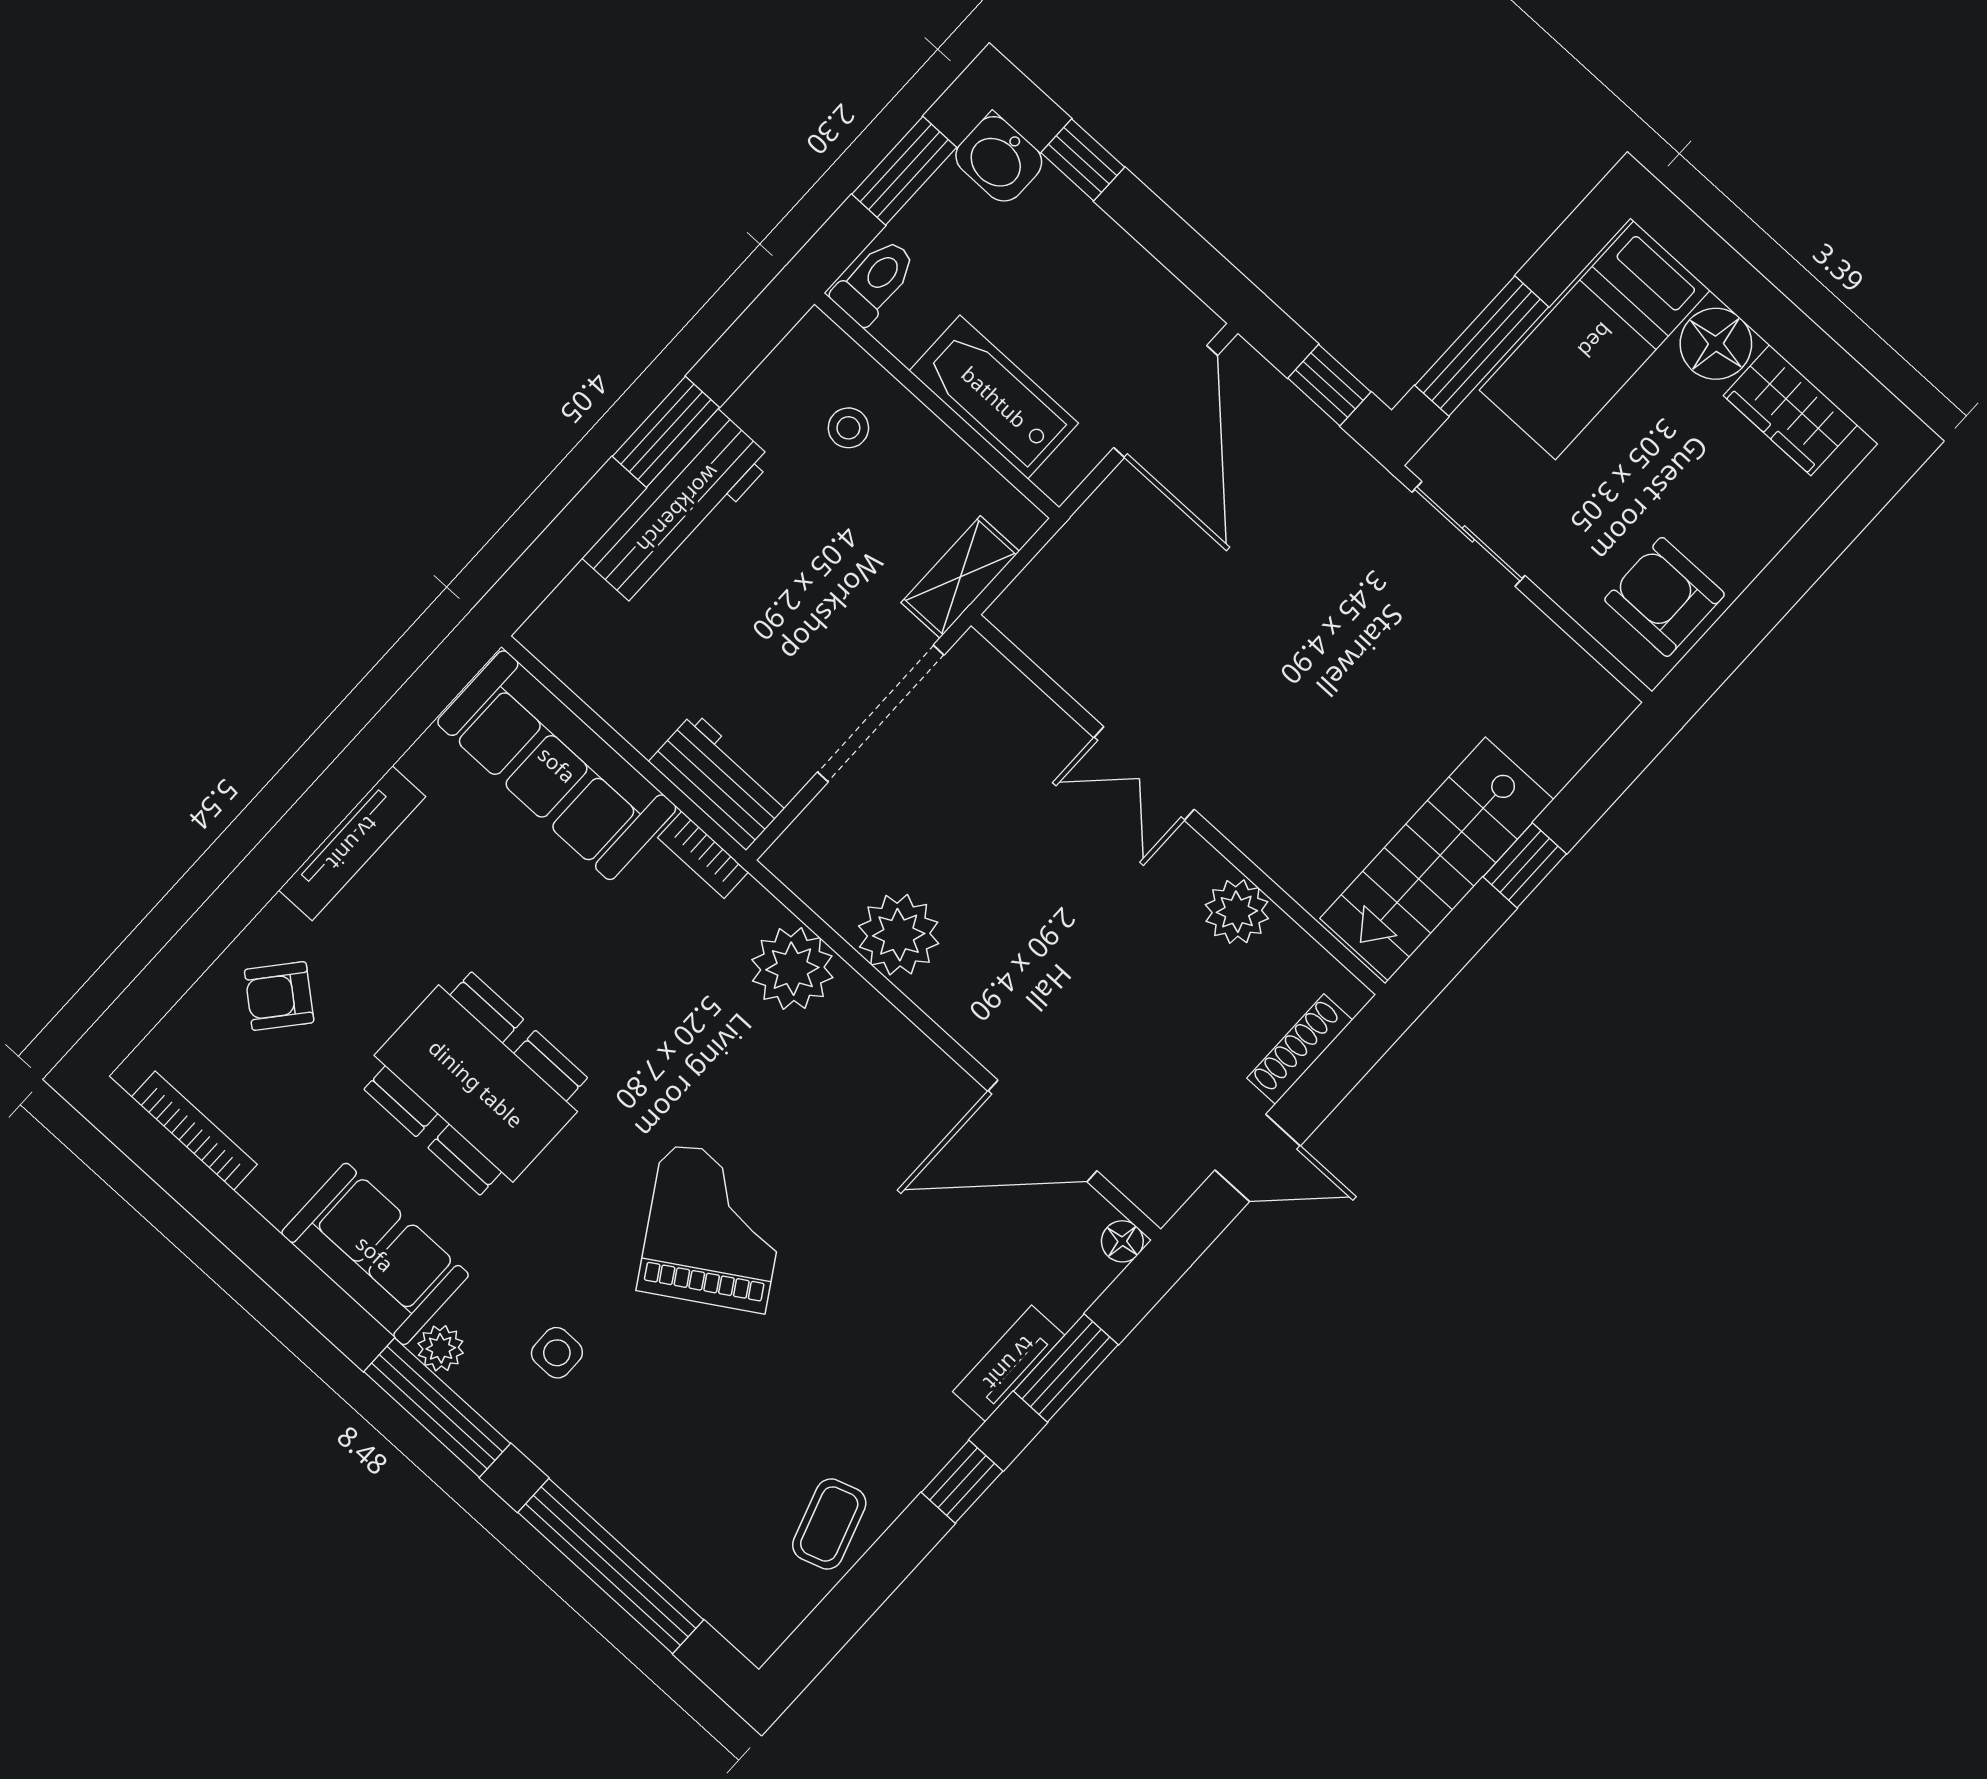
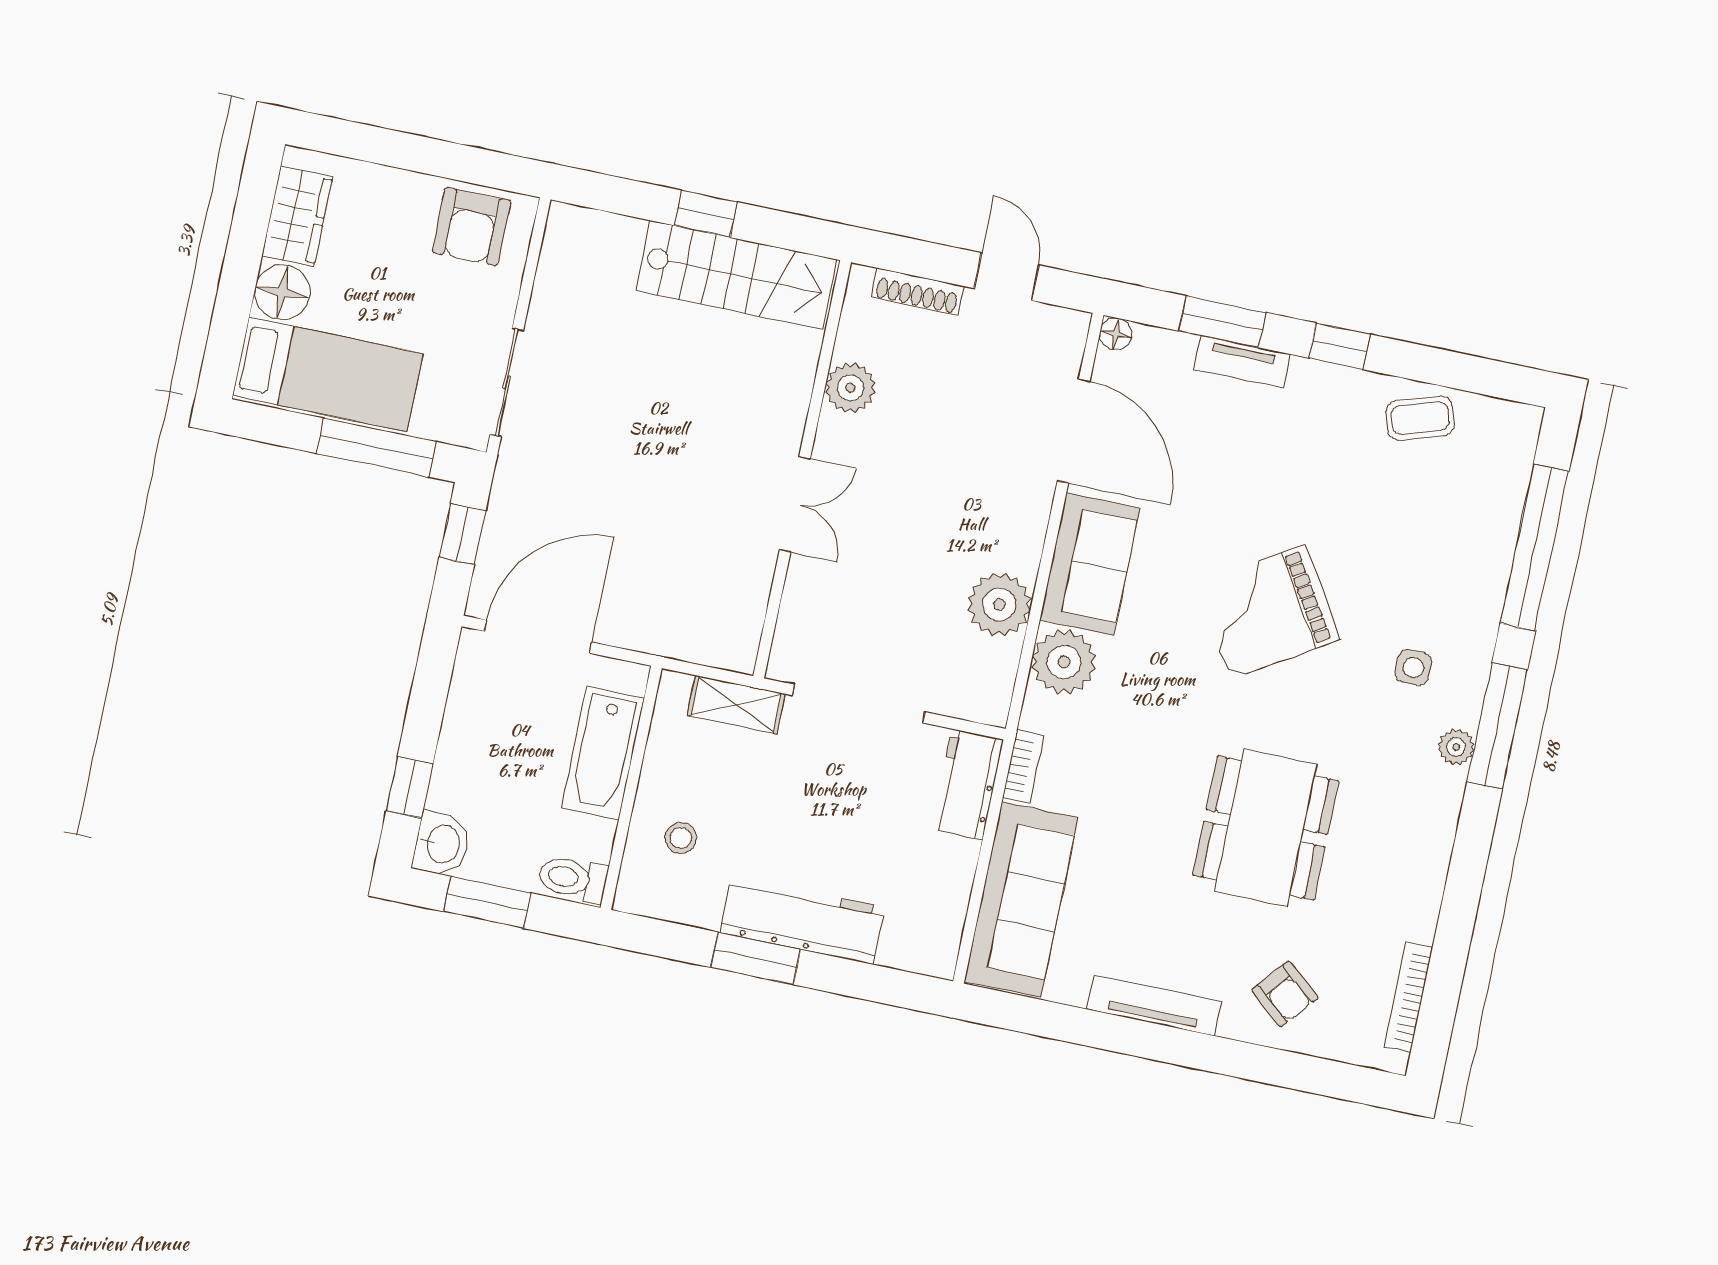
sofa: (375, 1254) -> (1090, 564), moved, turned 180

